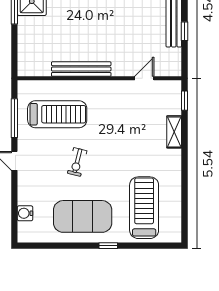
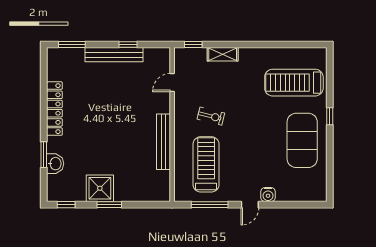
door: (144, 78) -> (172, 82), hinge flipped
exercise bike: (77, 162) -> (211, 116), moved
water cooler: (25, 213) -> (268, 195), moved

